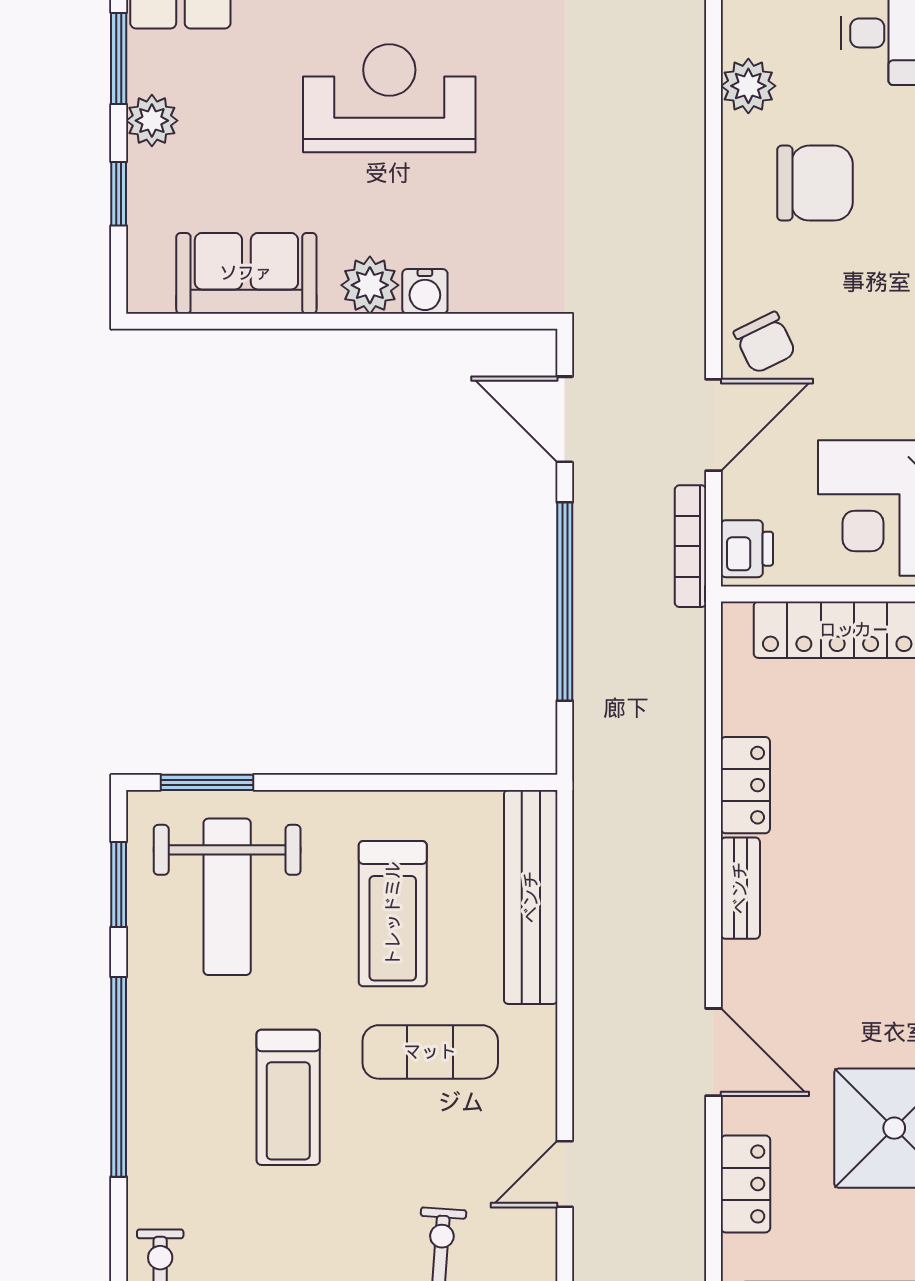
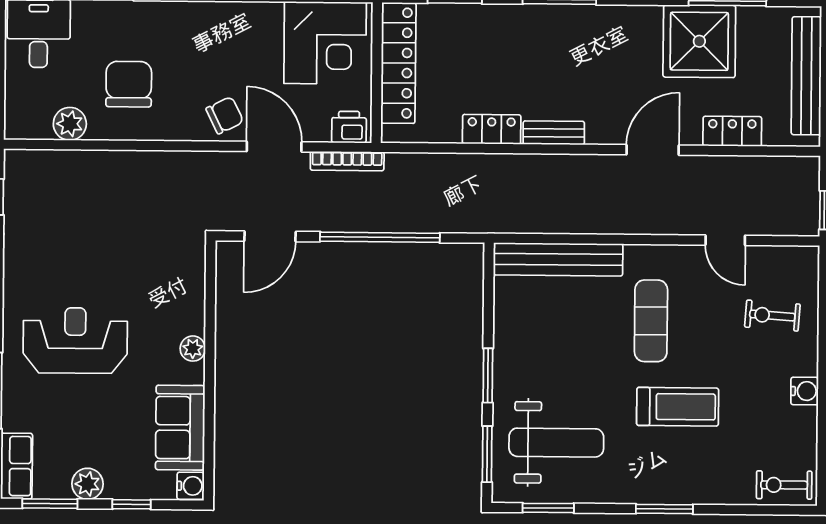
reception desk: (389, 98) -> (75, 340), turned 90
plant: (370, 285) -> (193, 349), width x0.73, depth x0.73
water cooler: (425, 291) -> (191, 486), moved
window: (337, 782) -> (488, 375), added
treadmill: (393, 914) -> (567, 343), removed
window: (119, 1077) -> (664, 509), width x0.47

